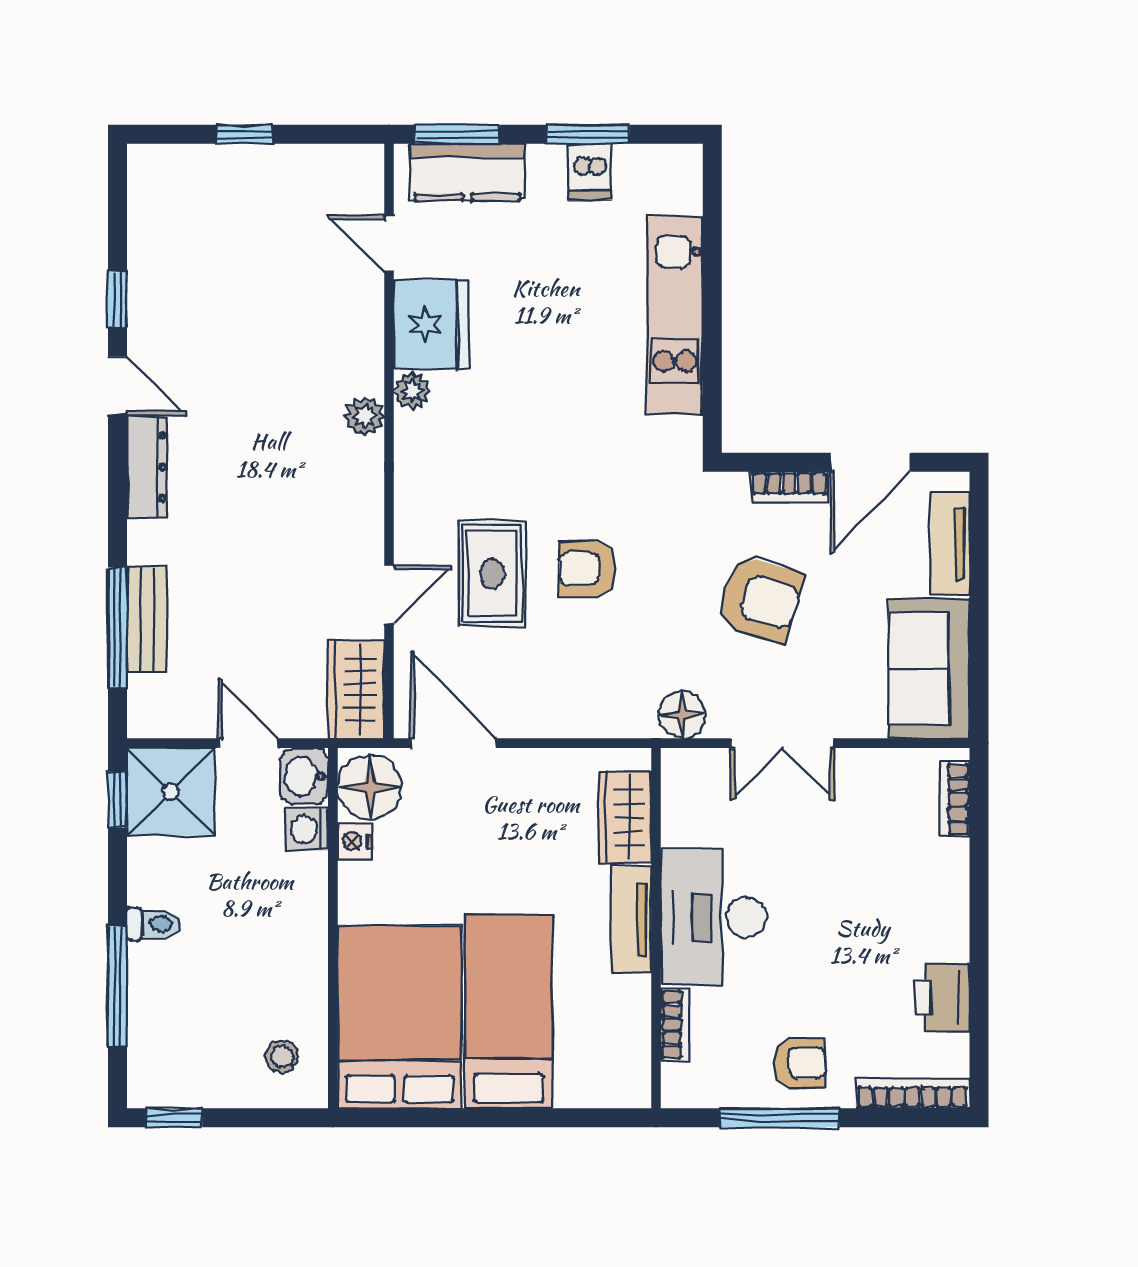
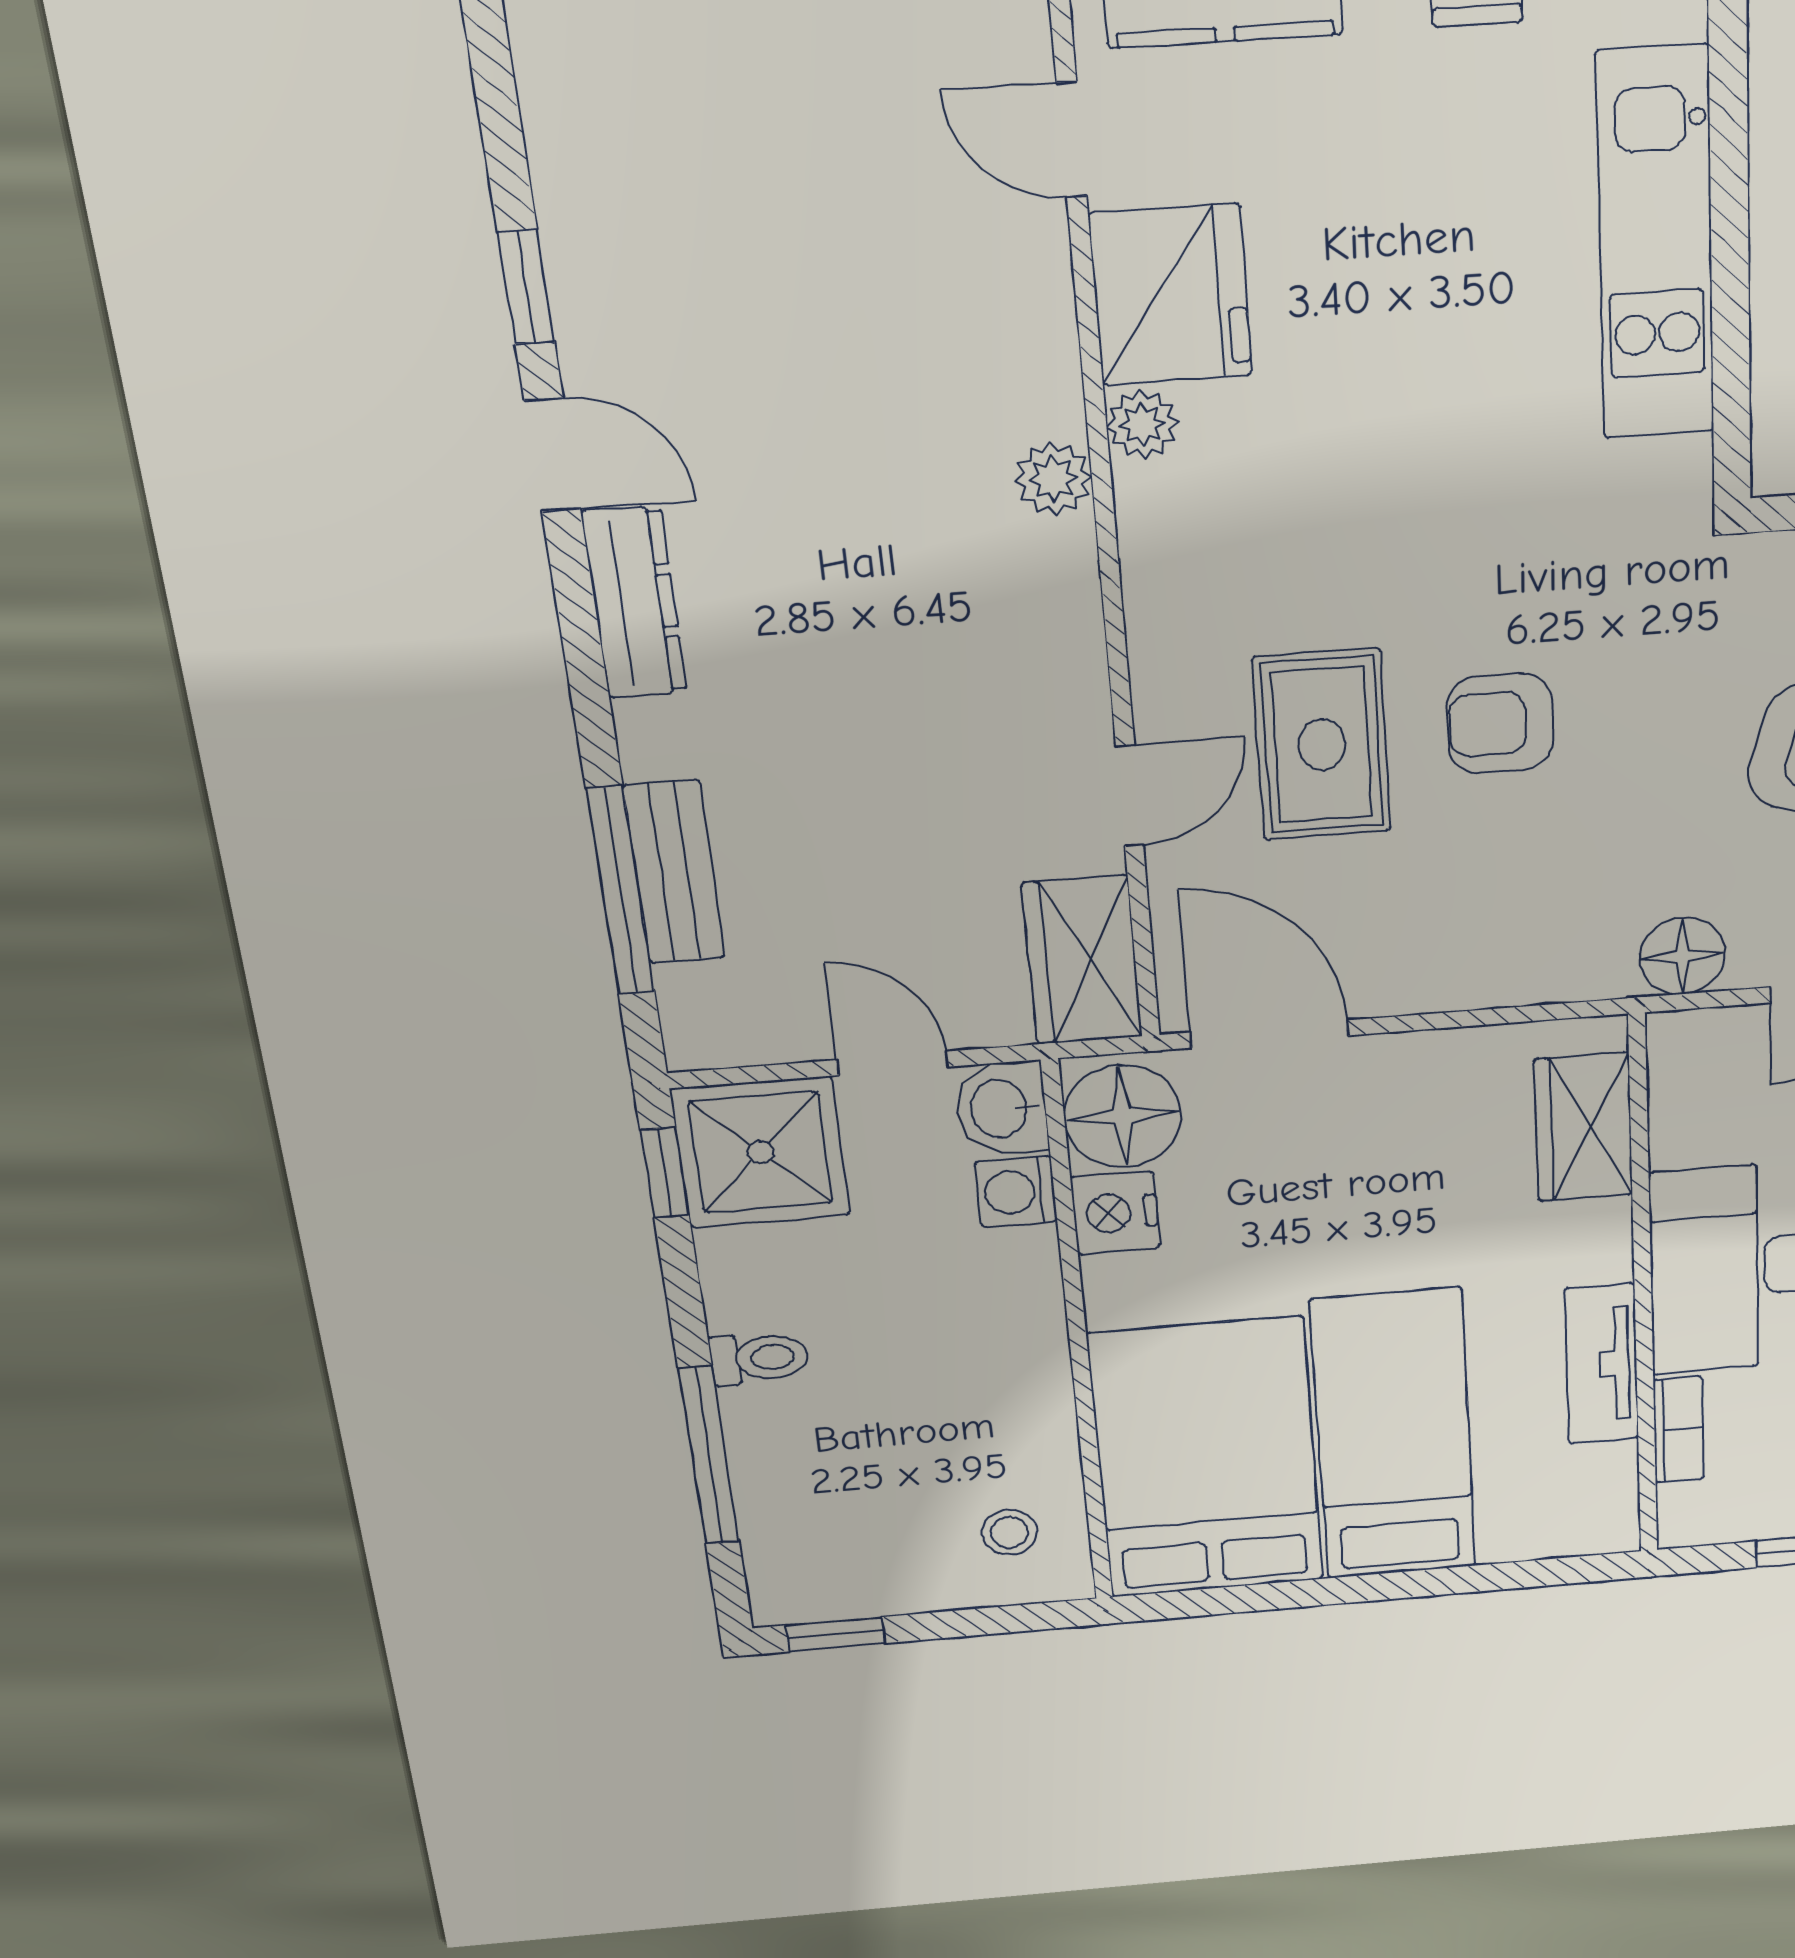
nightstand: (355, 841) -> (1115, 1213), width x1.39, depth x1.35
tv unit: (631, 920) -> (1602, 1364), moved

